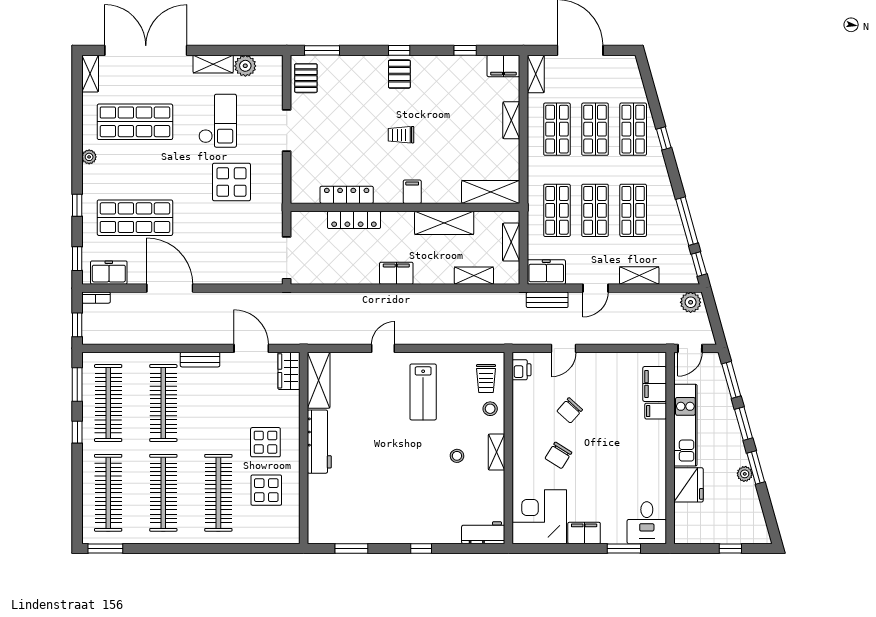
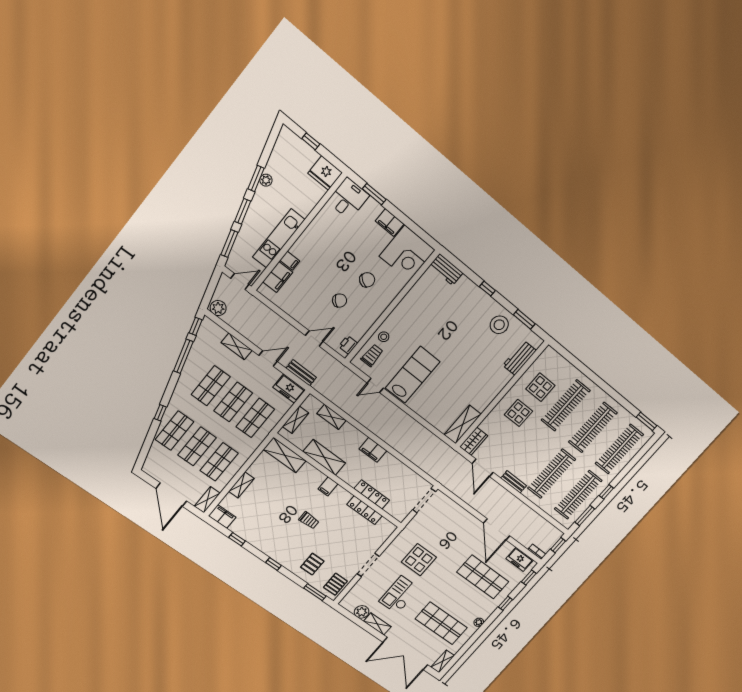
pallet: (399, 74) -> (312, 564), moved
door: (383, 348) -> (375, 385), moved
lab bench: (423, 392) -> (413, 375), width x1.36, depth x1.39
workbench: (319, 442) -> (519, 358), moved, width x0.73
shelving: (497, 452) -> (400, 310), removed
stool: (457, 456) -> (499, 325), moved, width x1.89, depth x1.89
fridge: (688, 485) -> (325, 173), moved, turned -90

